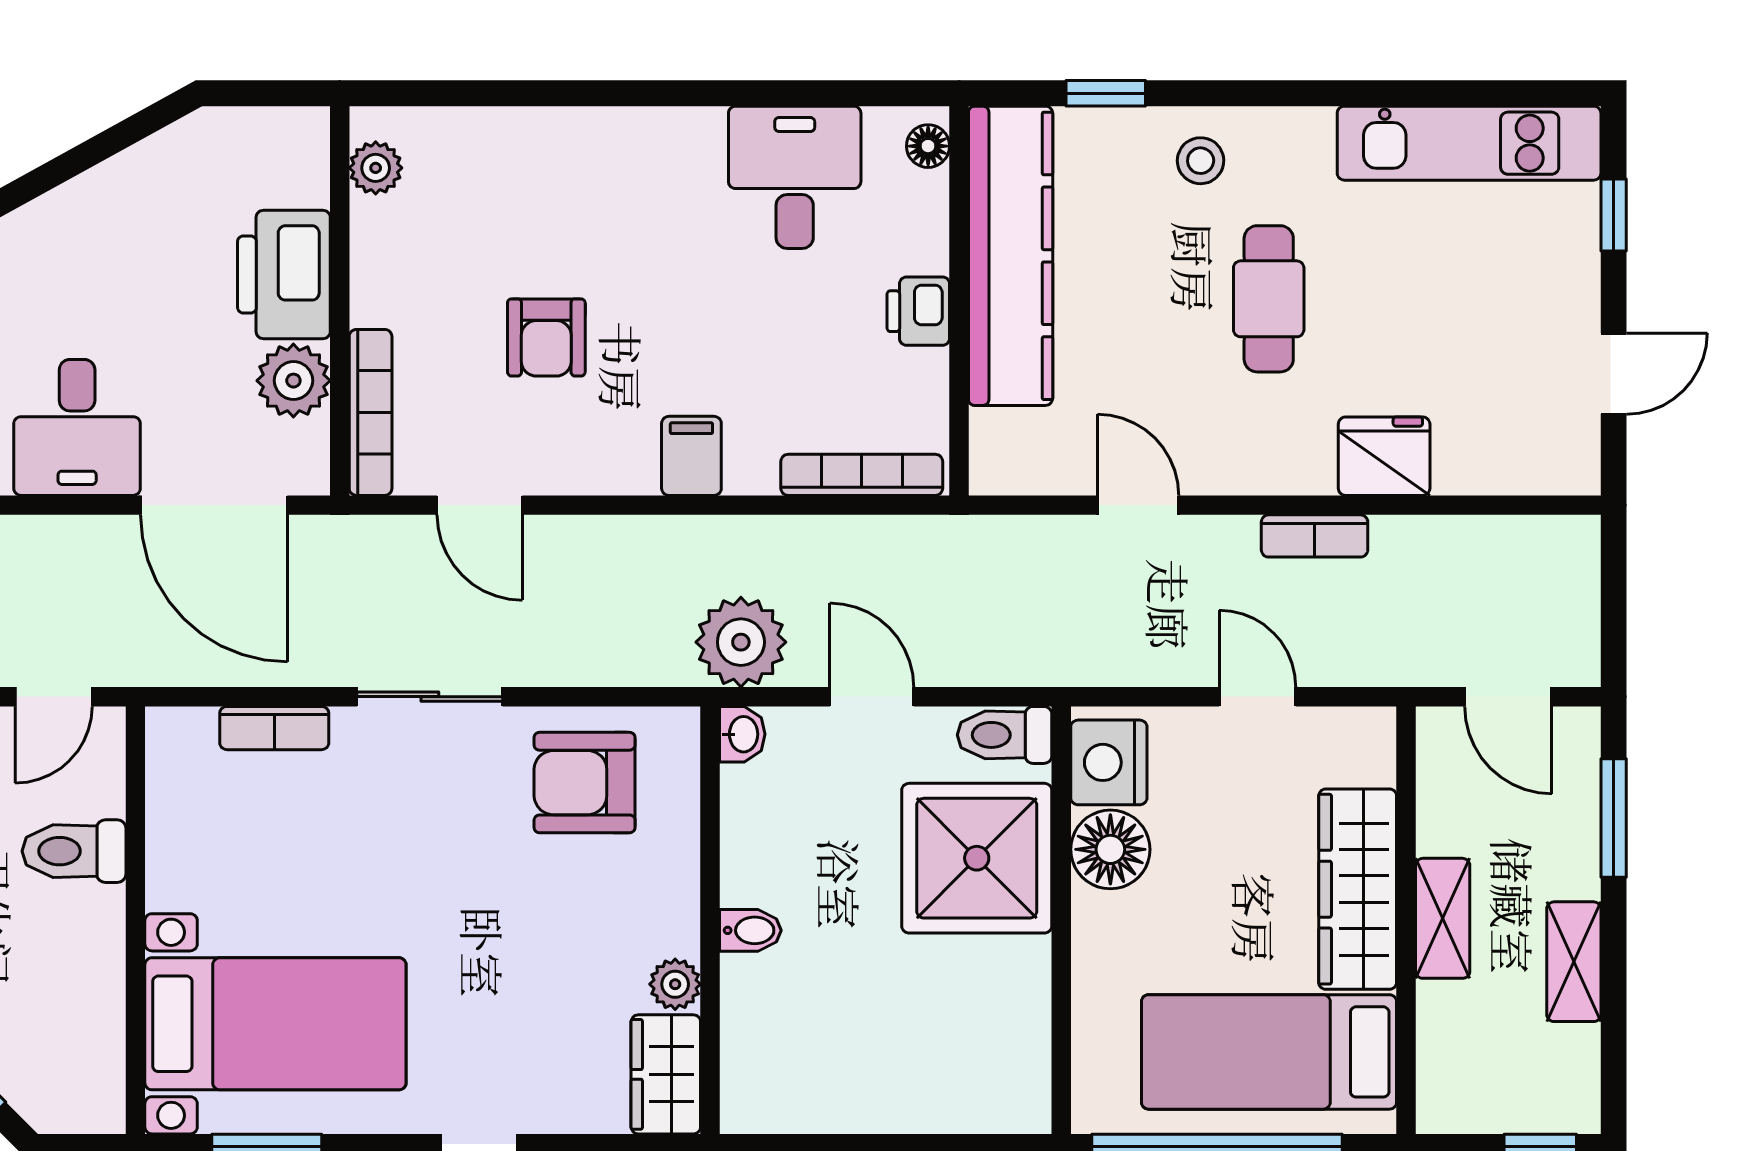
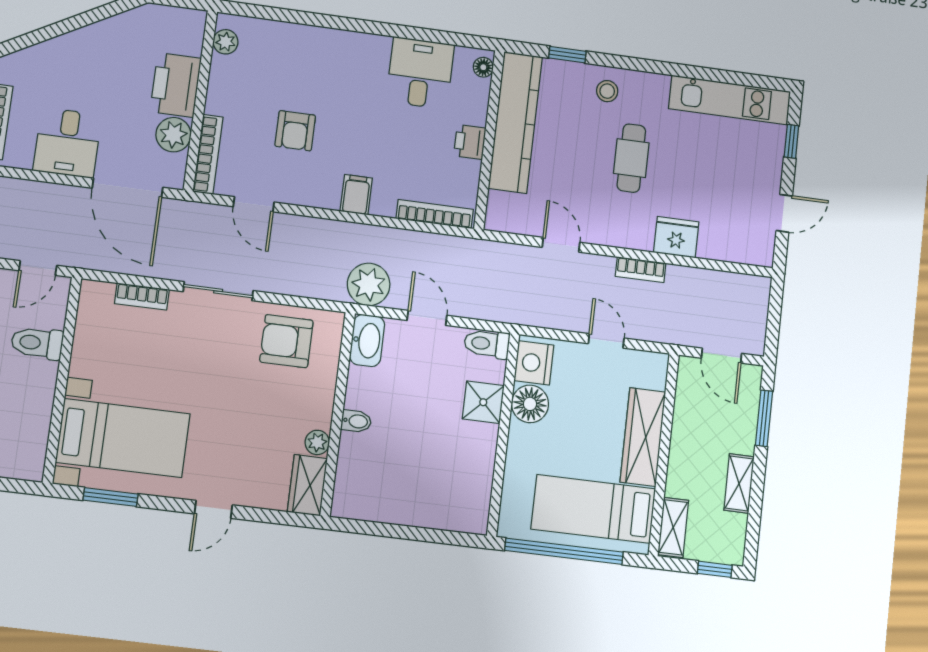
washbasin: (742, 734) -> (367, 340), width x1.91, depth x1.45
shower: (977, 858) -> (483, 402), width x0.54, depth x0.54
shelving: (1443, 918) -> (673, 527), moved

